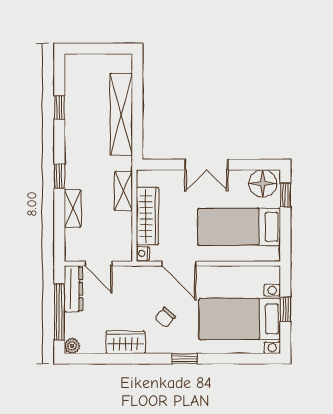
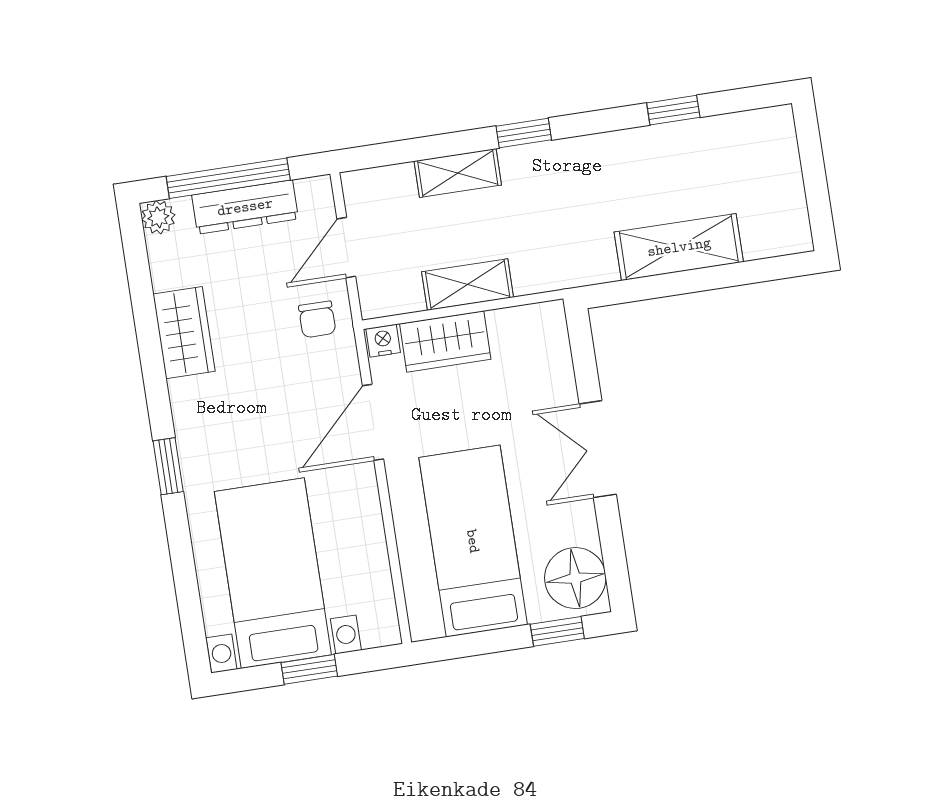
shelving: (121, 114) -> (679, 247), width x0.68
shelving: (123, 191) -> (468, 284), moved
wardrobe: (148, 216) -> (445, 342), width x0.67
dresser: (73, 289) -> (245, 207), moved
chair: (165, 317) -> (317, 319), moved, turned -131

